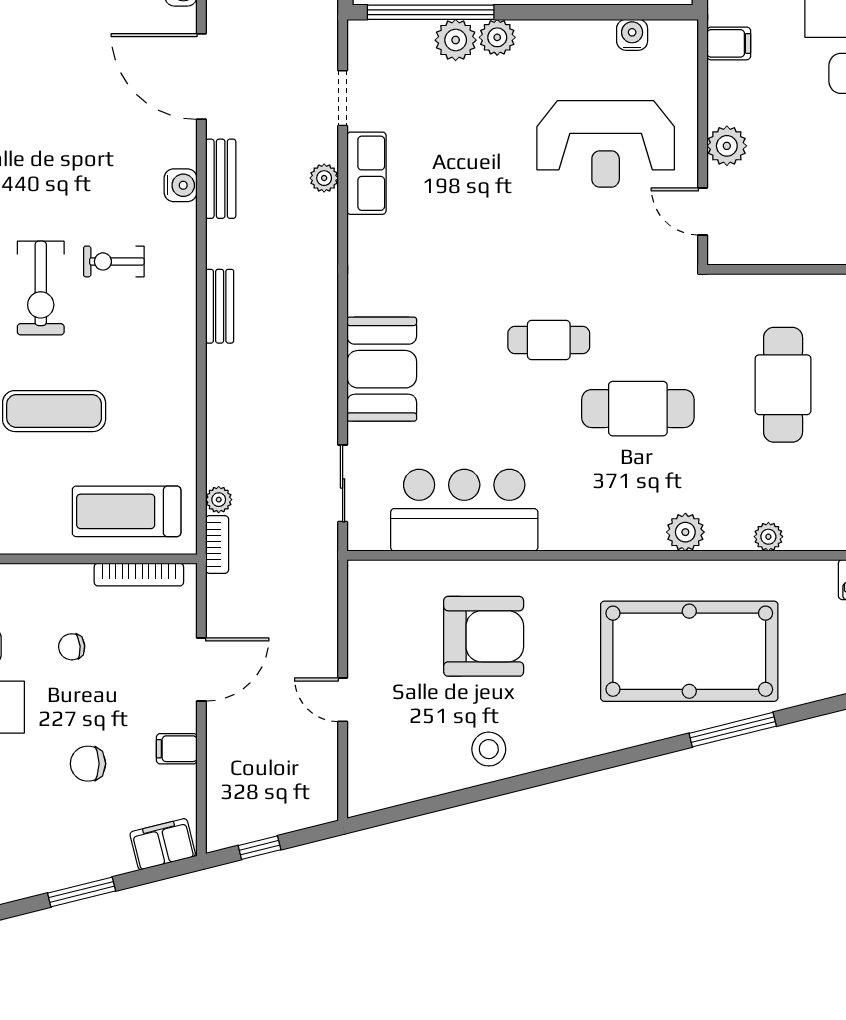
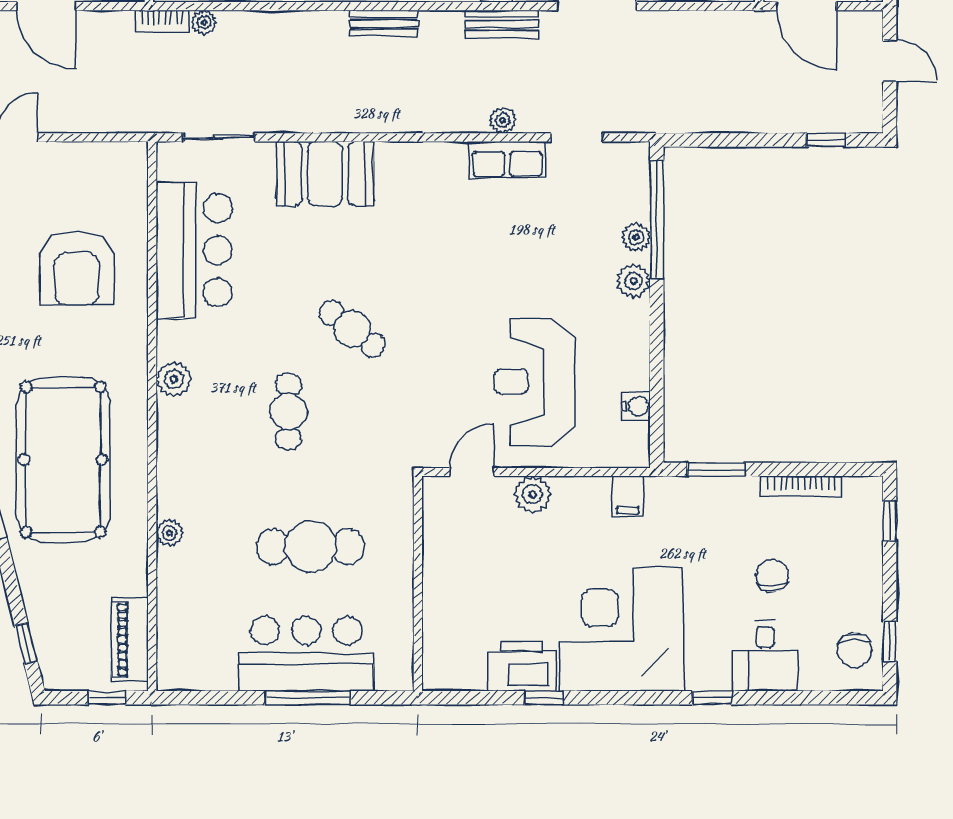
plant: (456, 40) -> (636, 237), width x0.73, depth x0.73
cafe table: (549, 340) -> (352, 329), turned -52
cafe table: (638, 409) -> (289, 412), width x0.73, depth x0.74
plant: (685, 532) -> (174, 379), moved

